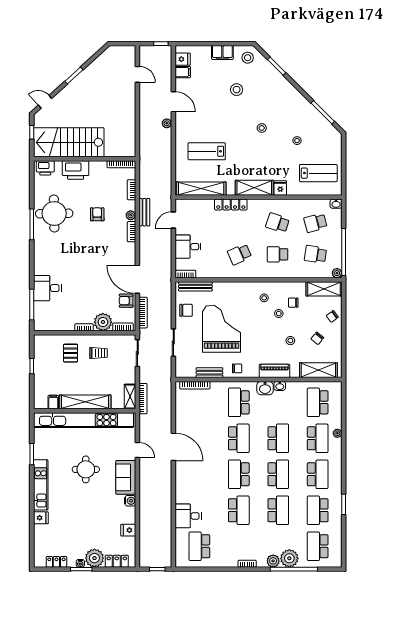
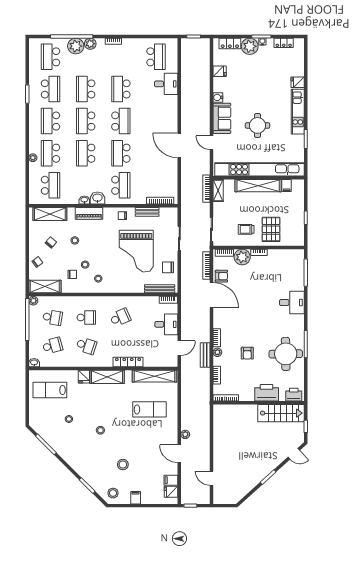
filing cabinet: (222, 53) -> (136, 498), width x0.50
stairs: (69, 142) -> (281, 413), width x0.73, depth x0.66
desk: (47, 288) -> (292, 303), moved
pallet: (71, 353) -> (271, 229), width x1.50, depth x1.42
school desk: (318, 546) -> (50, 57), turned 180

